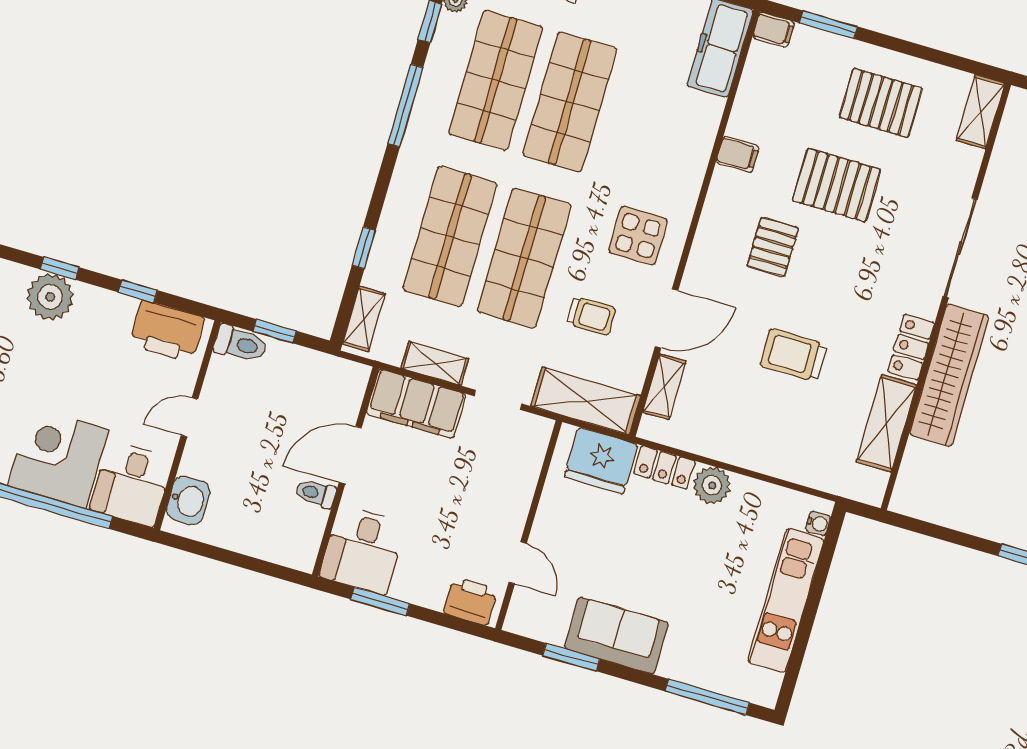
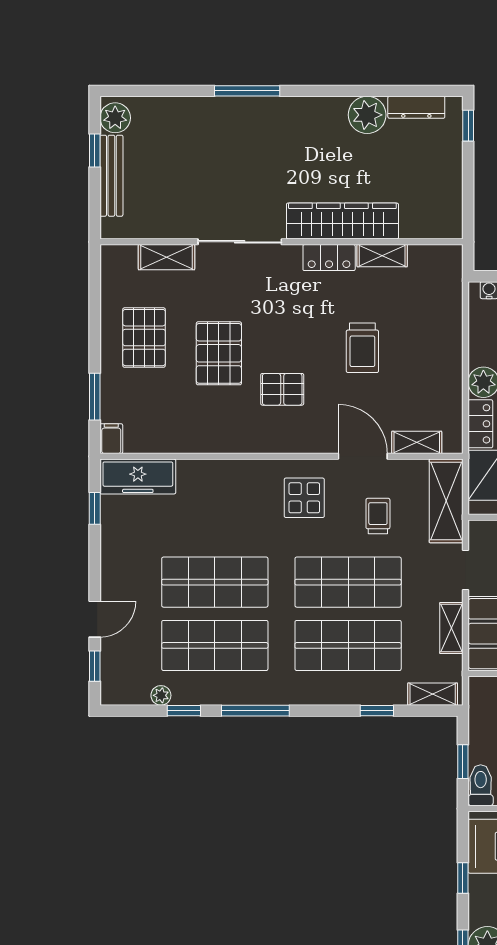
shelving: (980, 112) -> (166, 257), moved
filing cabinet: (738, 154) -> (217, 438), removed
shelving: (886, 423) -> (382, 256), width x0.67, depth x0.75

